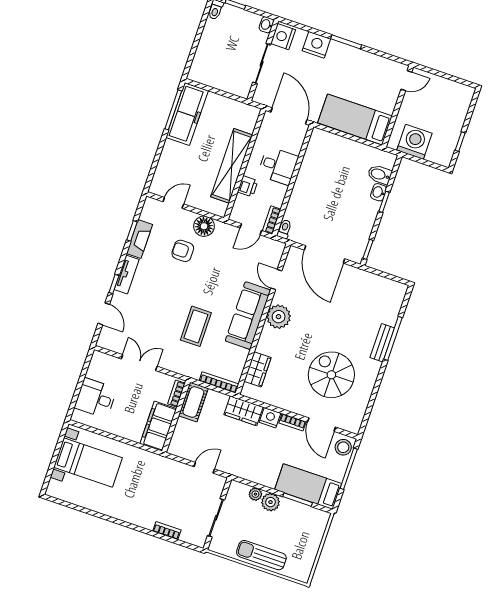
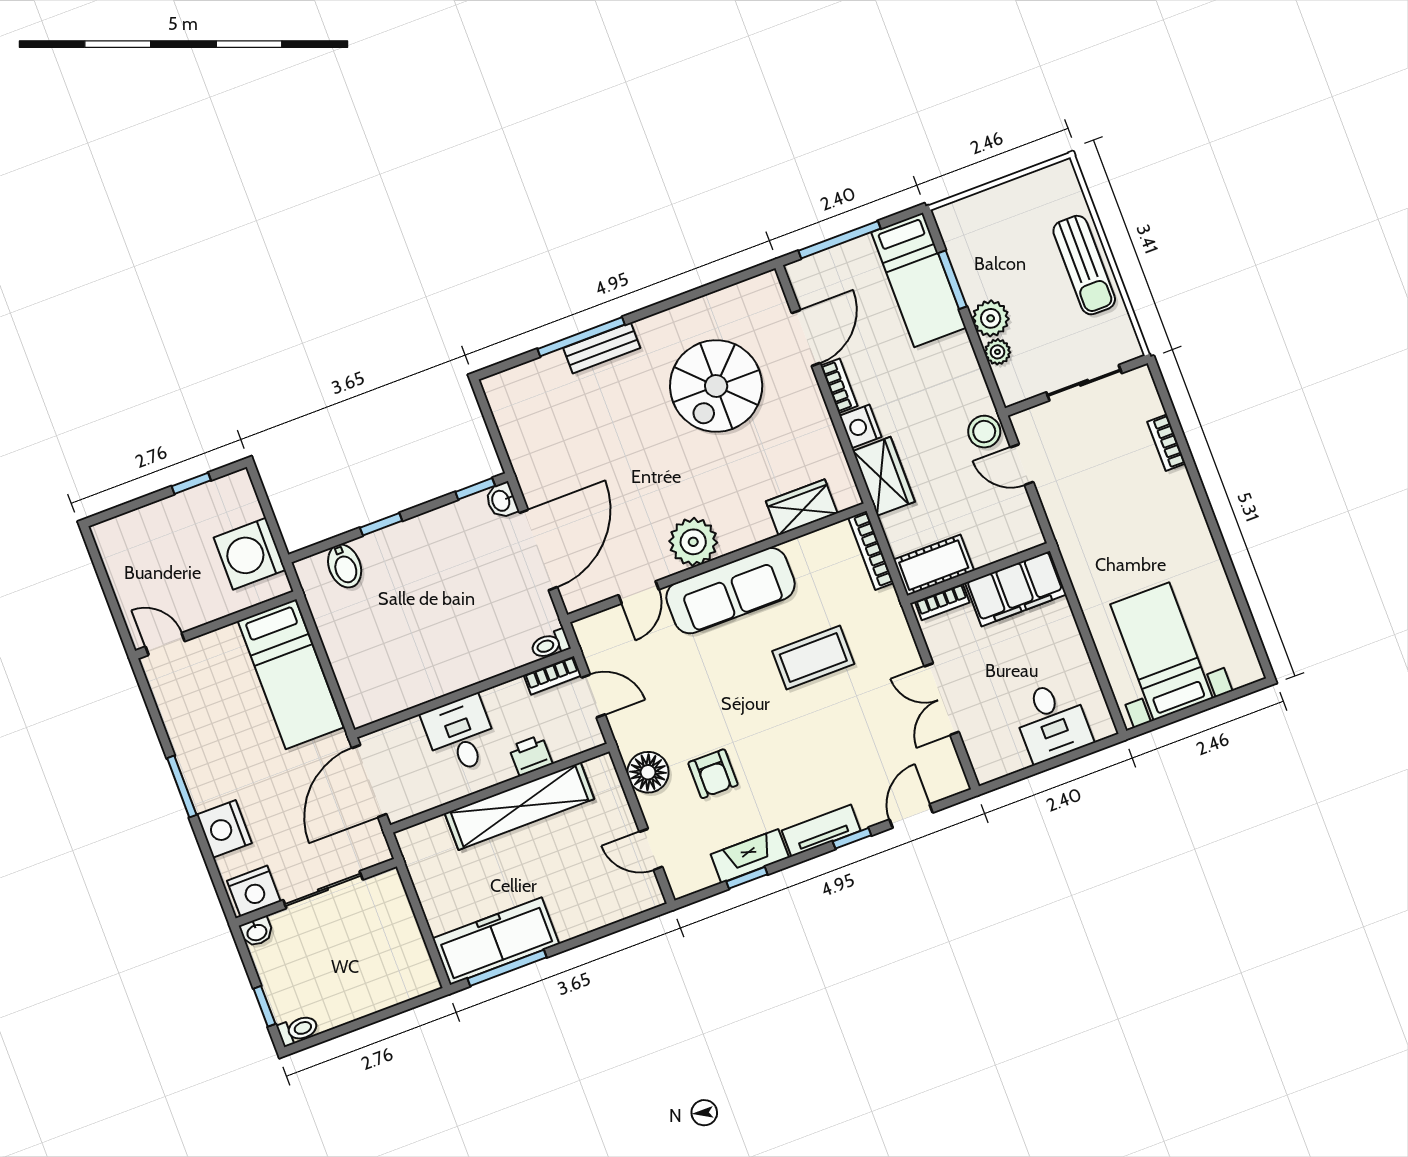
washbasin: (378, 192) -> (502, 501), moved, turned 90
stool: (343, 447) -> (984, 432), moved

